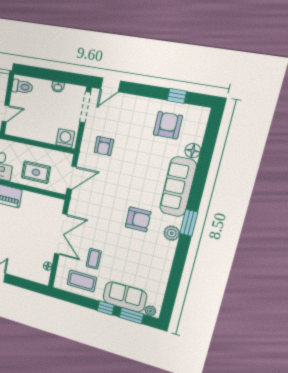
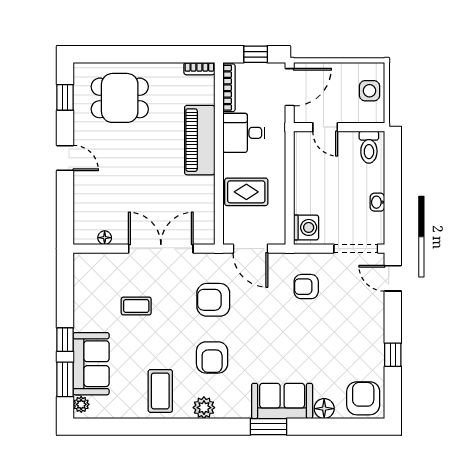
window: (177, 96) -> (393, 355), moved
armchair: (168, 125) -> (363, 398), moved, turned -90
rug: (36, 172) -> (246, 192), turned 90
sofa: (178, 187) -> (282, 401), width x0.73
armchair: (100, 209) -> (213, 300), added
window: (189, 223) -> (268, 427), moved
double door: (61, 234) -> (161, 249), swing flipped
coffee table: (82, 281) -> (160, 391), moved

